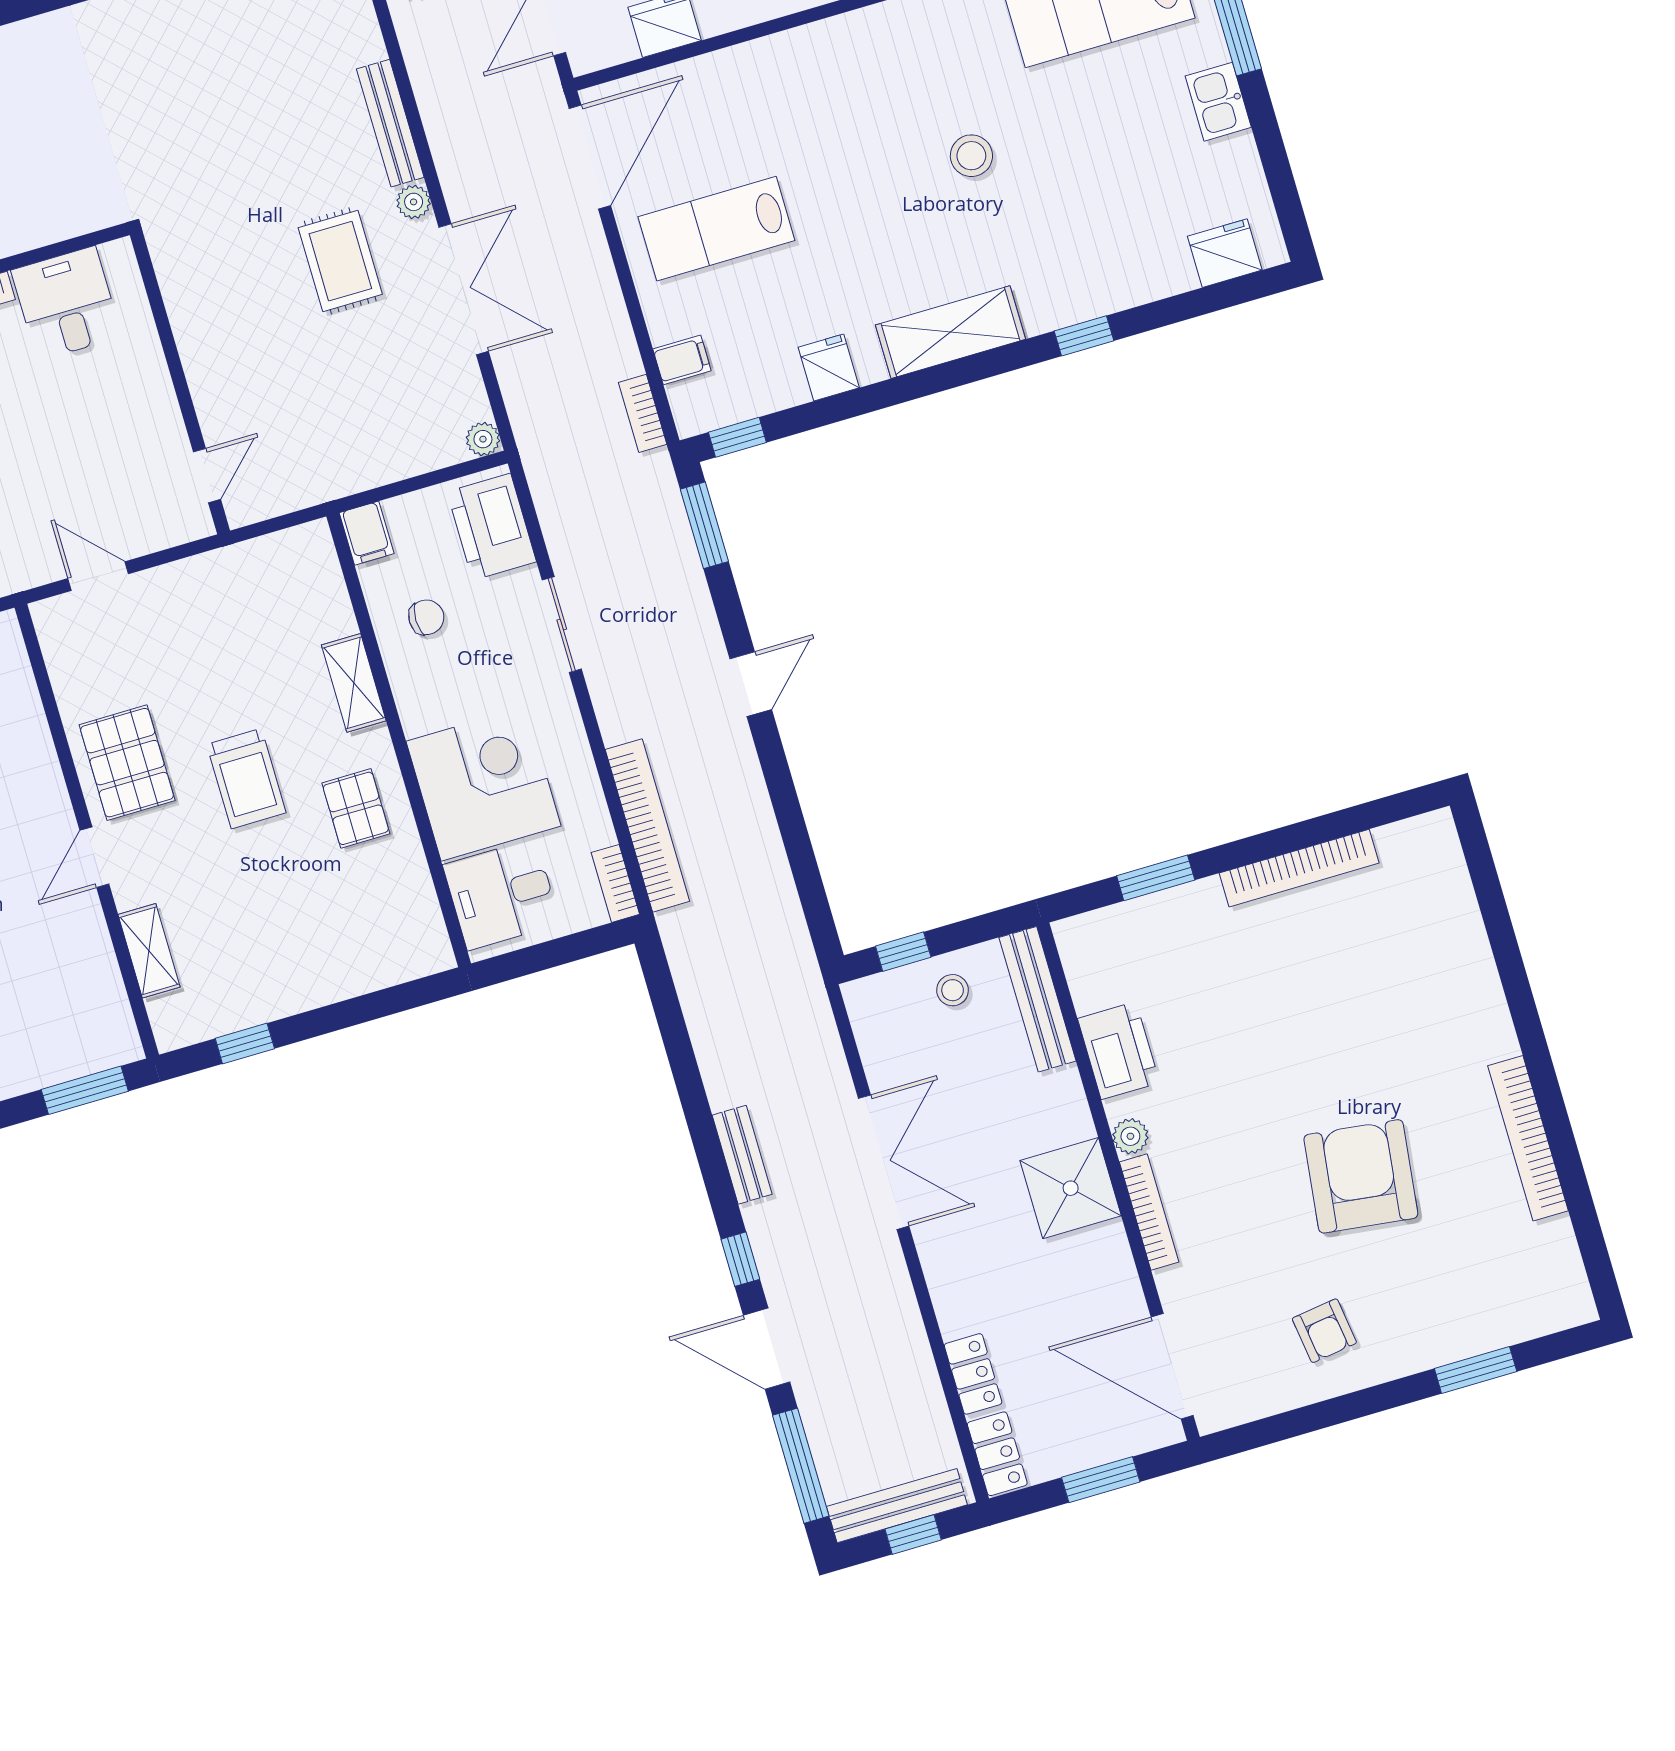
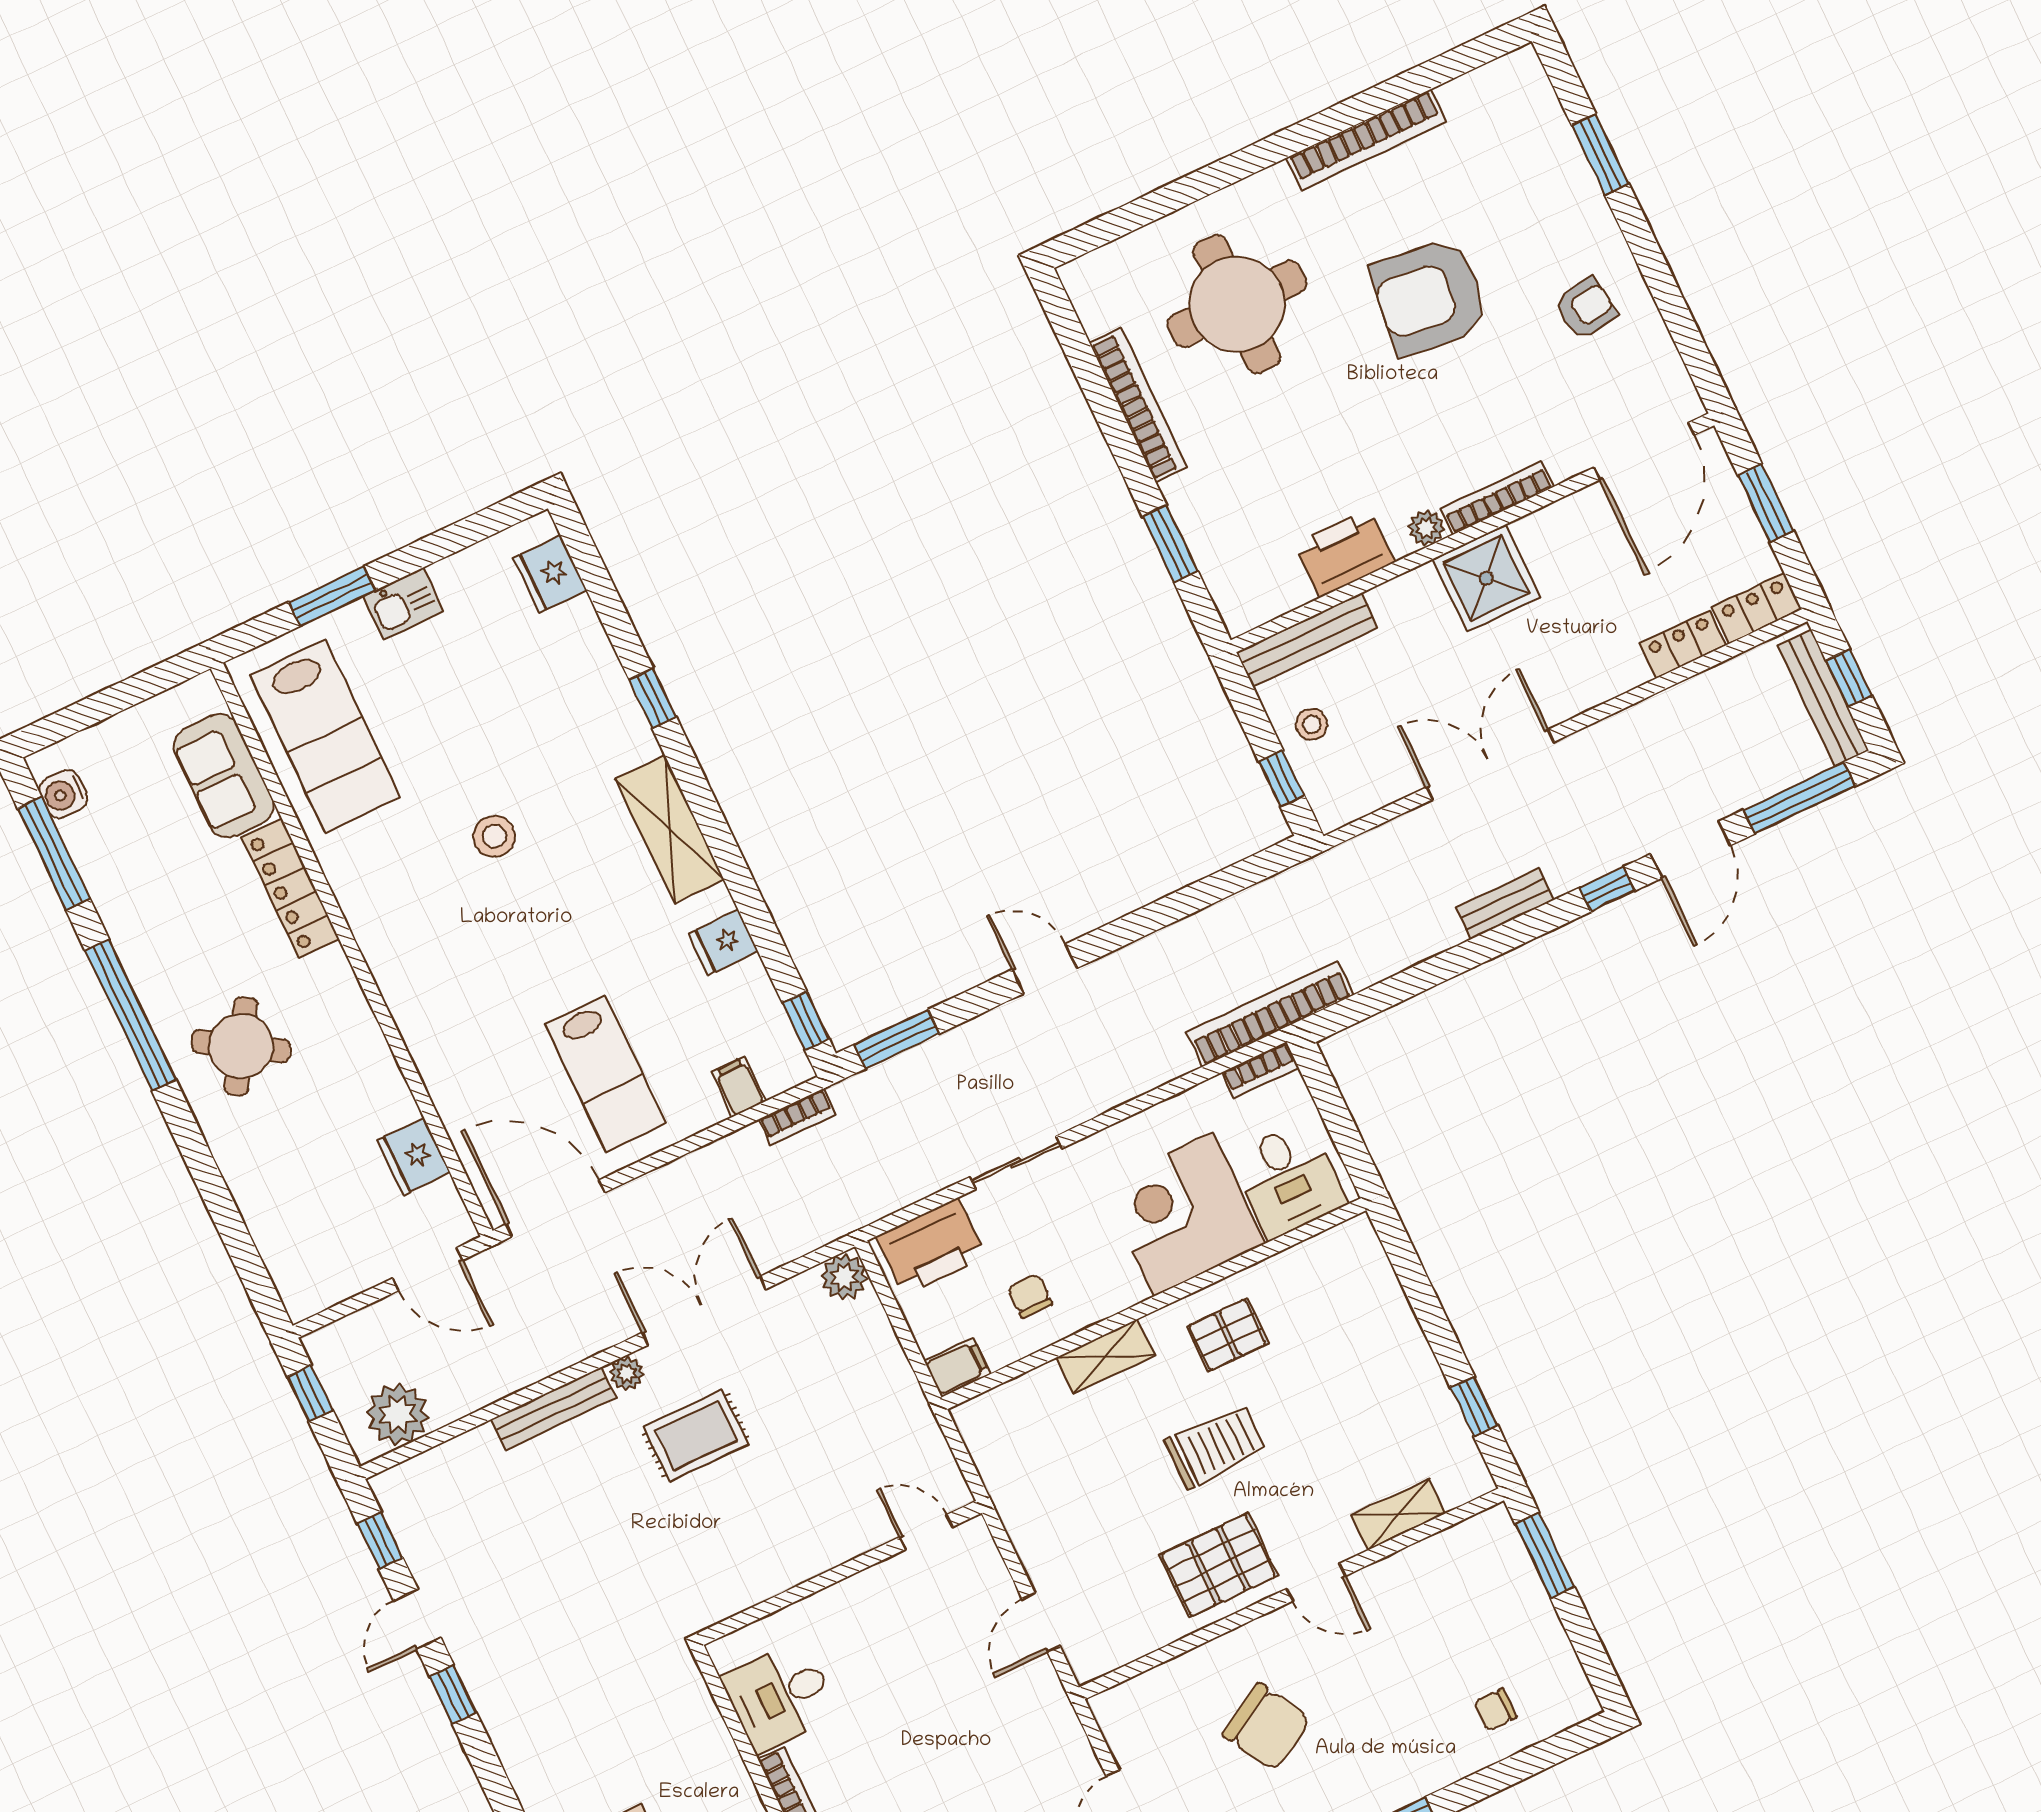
plant: (483, 439) -> (844, 1277), width x1.38, depth x1.38
bookcase: (647, 825) -> (1270, 1014), moved
round table: (1384, 983) -> (1237, 304), added

